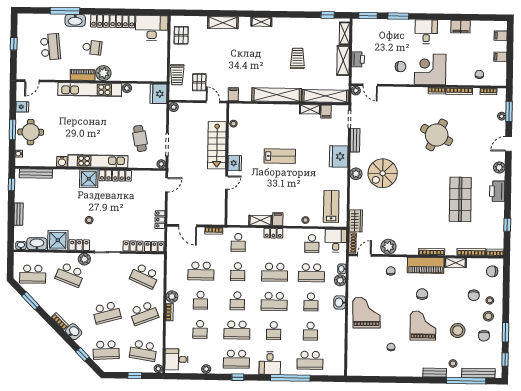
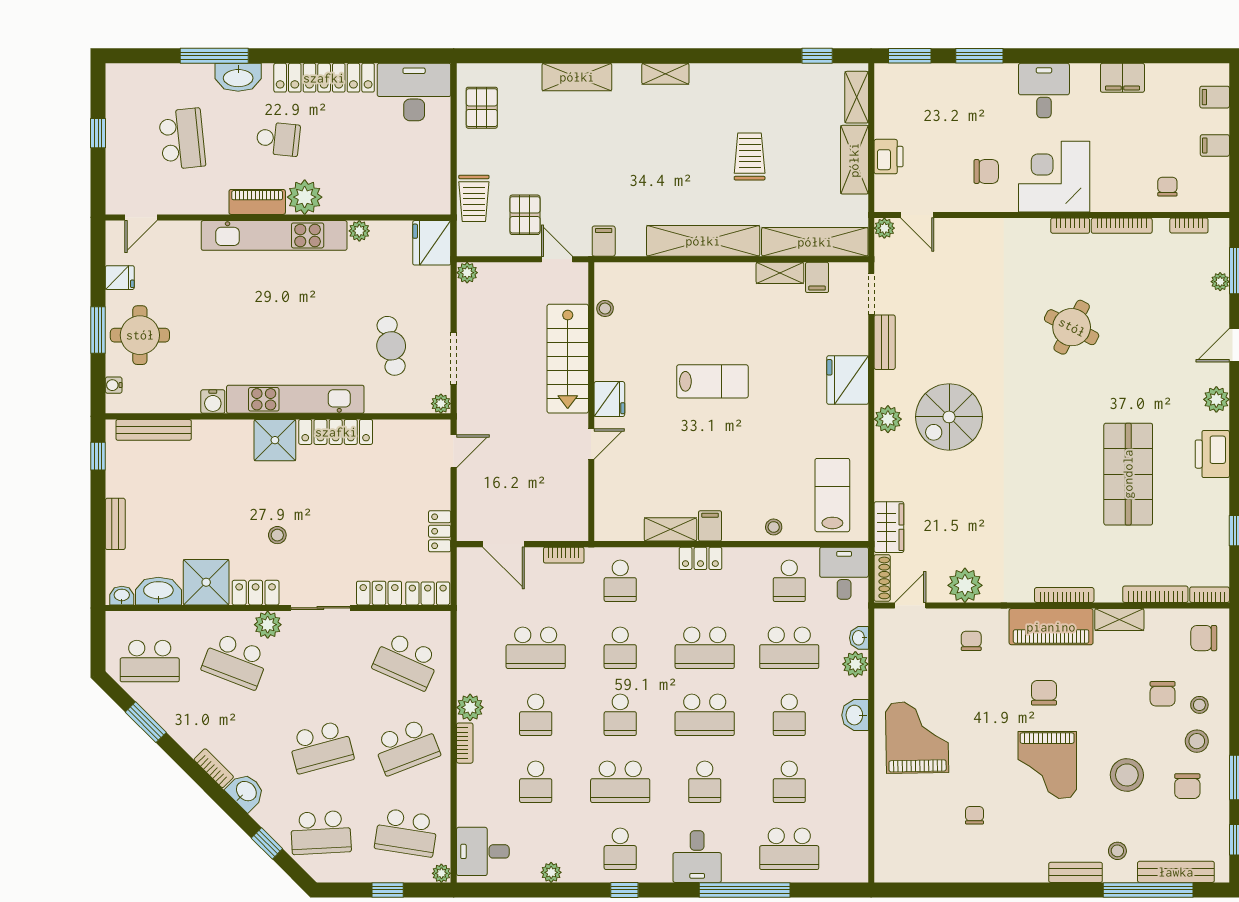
round table: (437, 135) -> (1072, 327), width x0.73, depth x0.73
grand piano: (423, 326) -> (1047, 765), turned 180
school desk: (236, 359) -> (620, 849), width x0.54

